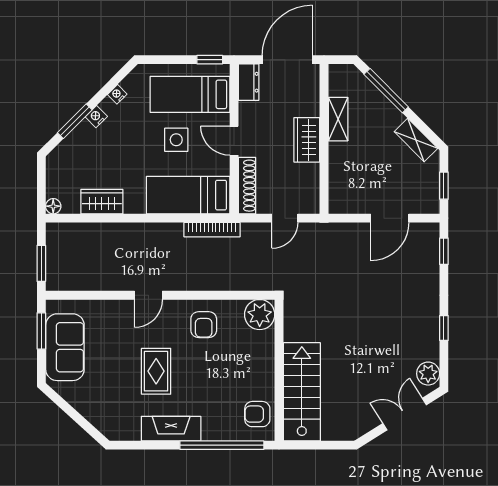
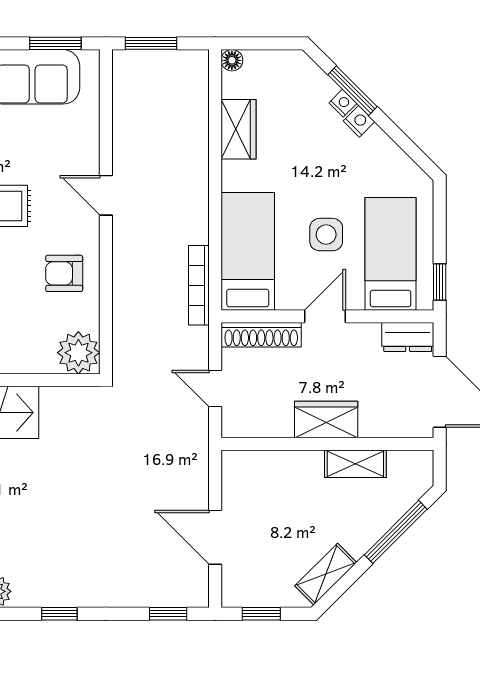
nightstand: (117, 94) -> (343, 103), moved

